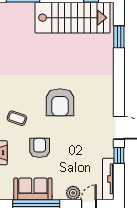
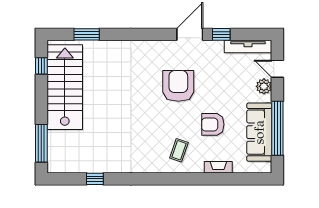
armchair: (60, 102) -> (178, 86), moved, turned -90
sofa: (33, 189) -> (259, 132), width x1.36

